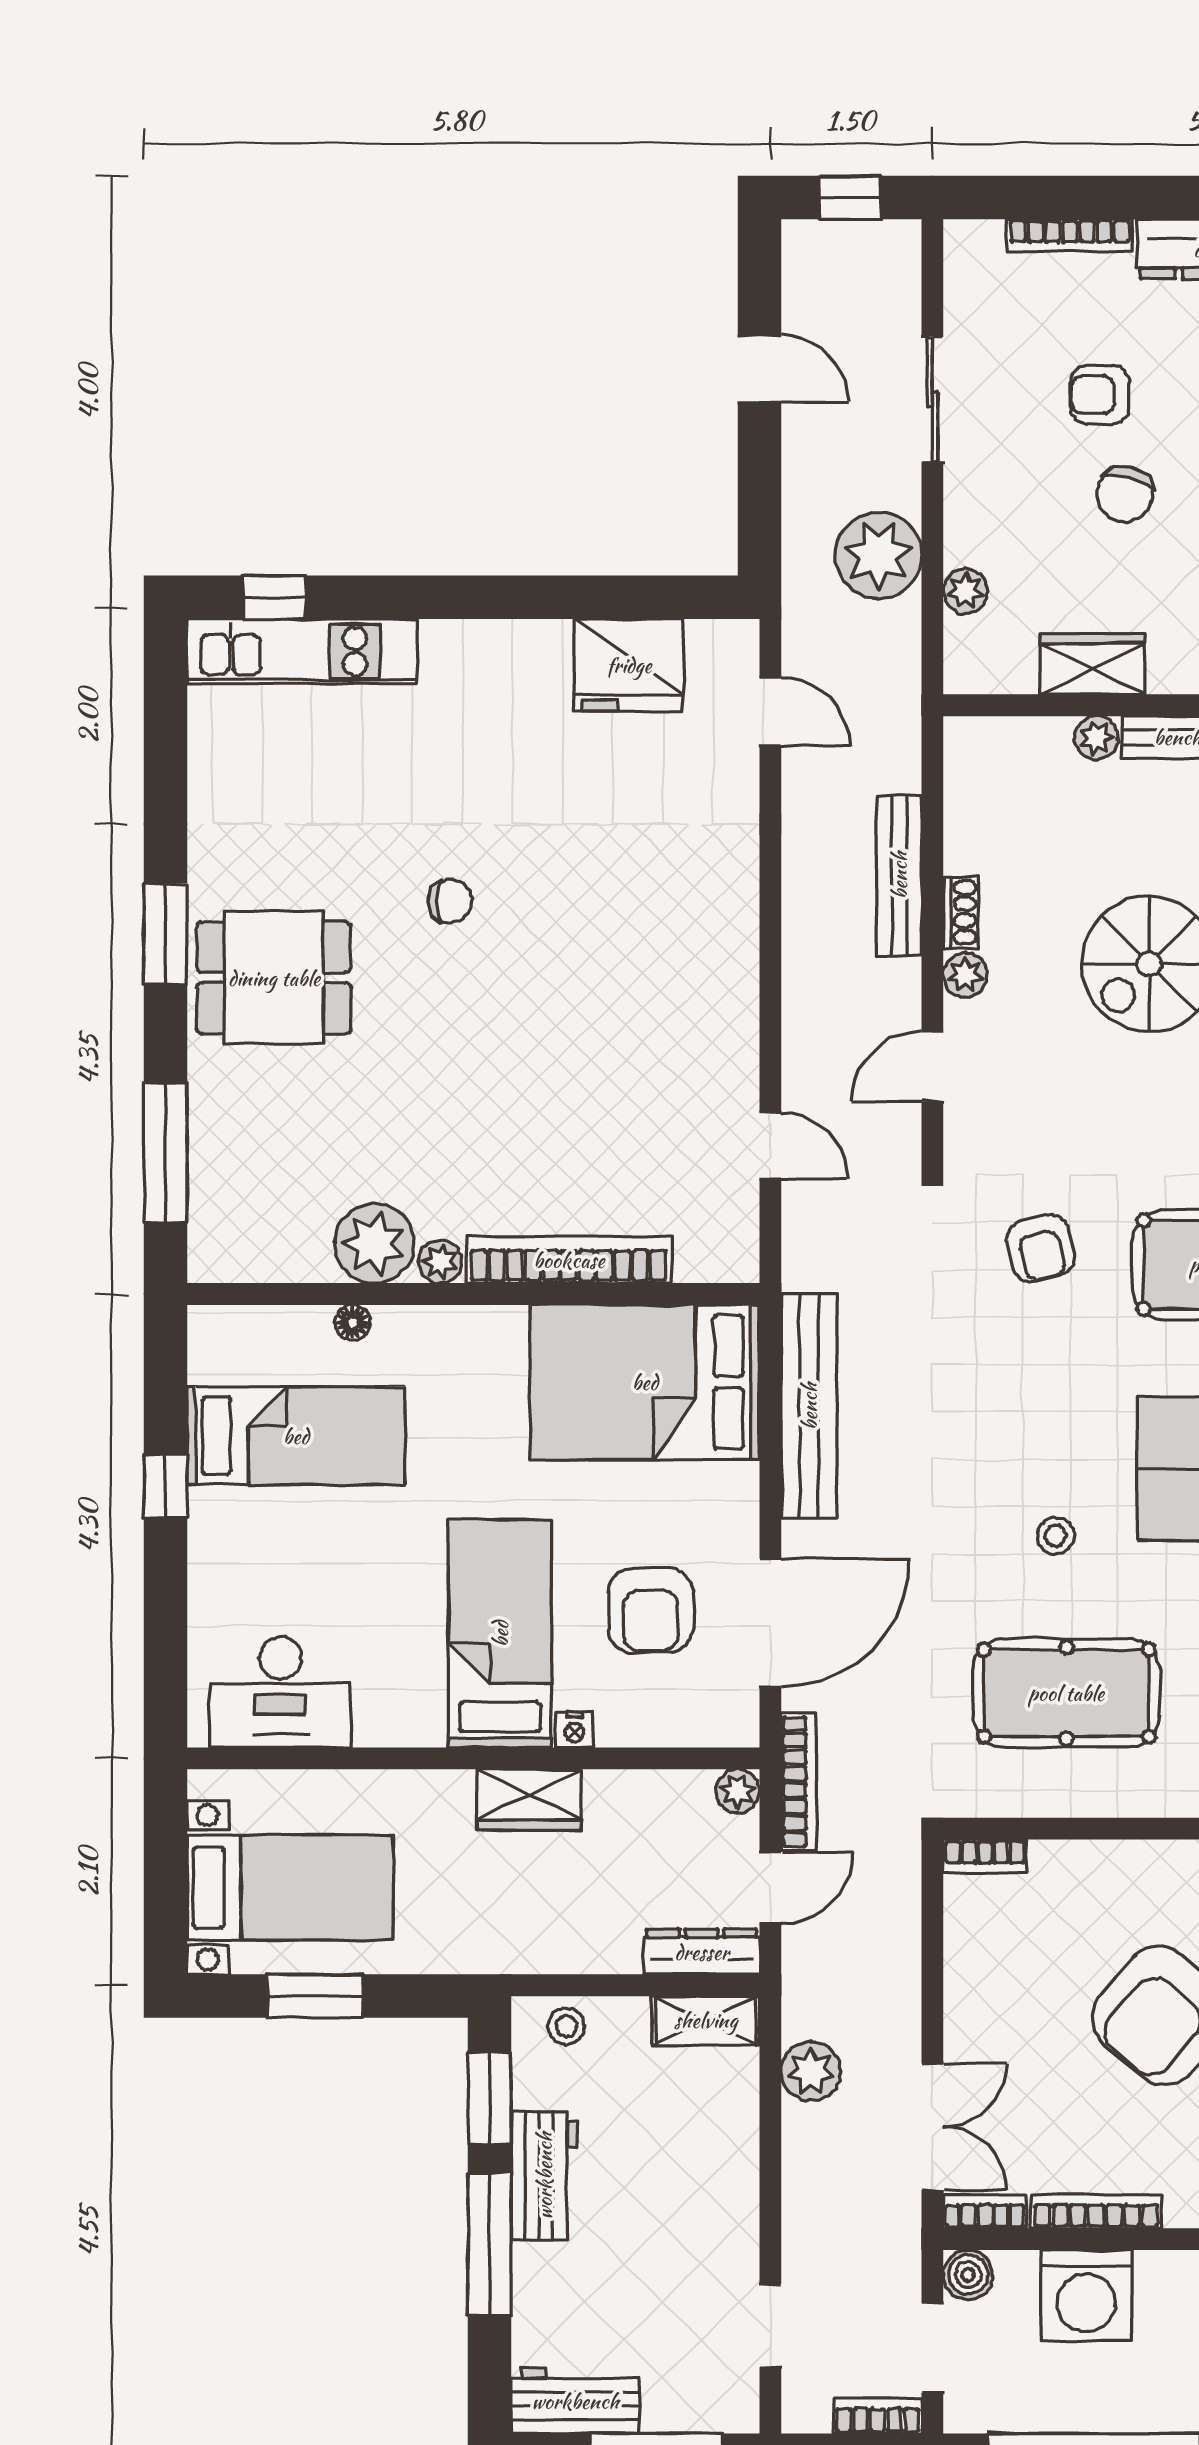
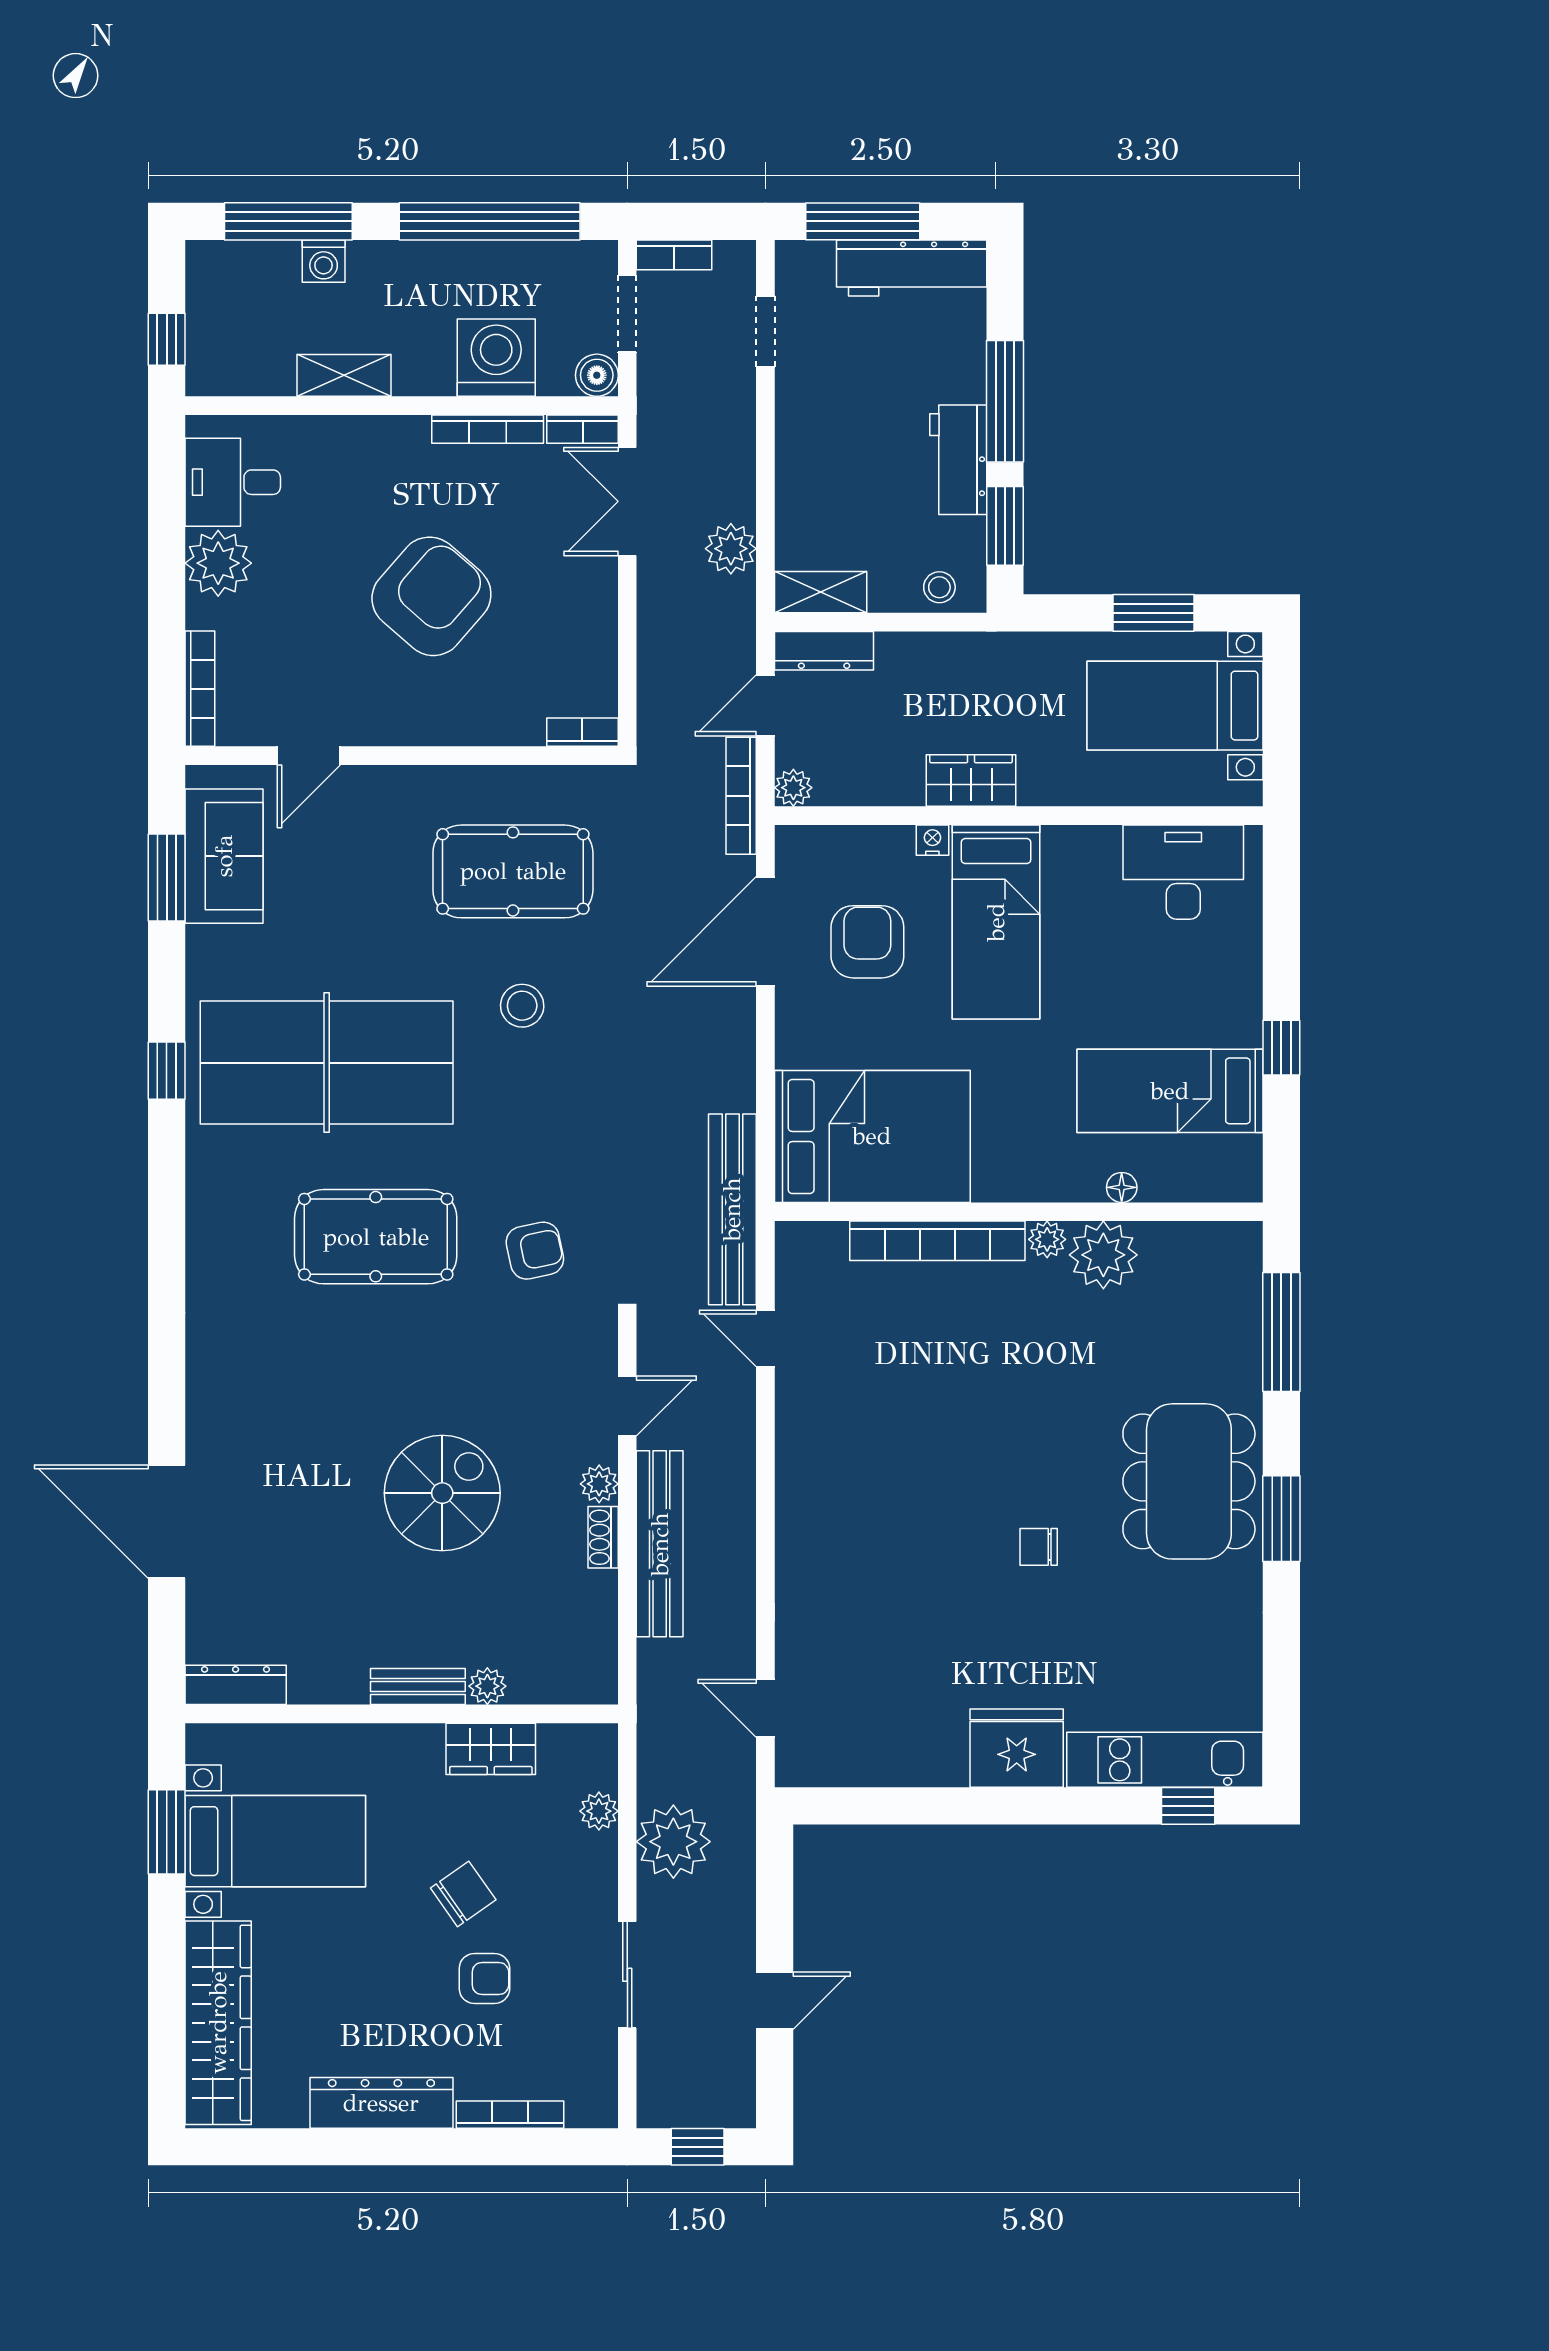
door: (760, 369) -> (775, 2001), swing flipped
chair: (1125, 494) -> (463, 1894), turned 40
fridge: (629, 665) -> (1017, 1748), moved
bench: (899, 875) -> (660, 1544), width x1.37, depth x1.21
dining table: (274, 978) -> (1189, 1481), width x1.38
armchair: (1041, 1248) -> (535, 1251), turned 91
bench: (809, 1406) -> (732, 1209), moved
stool: (1056, 1536) -> (522, 1006), width x1.37, depth x1.37
workbench: (575, 2401) -> (912, 268), width x1.38

